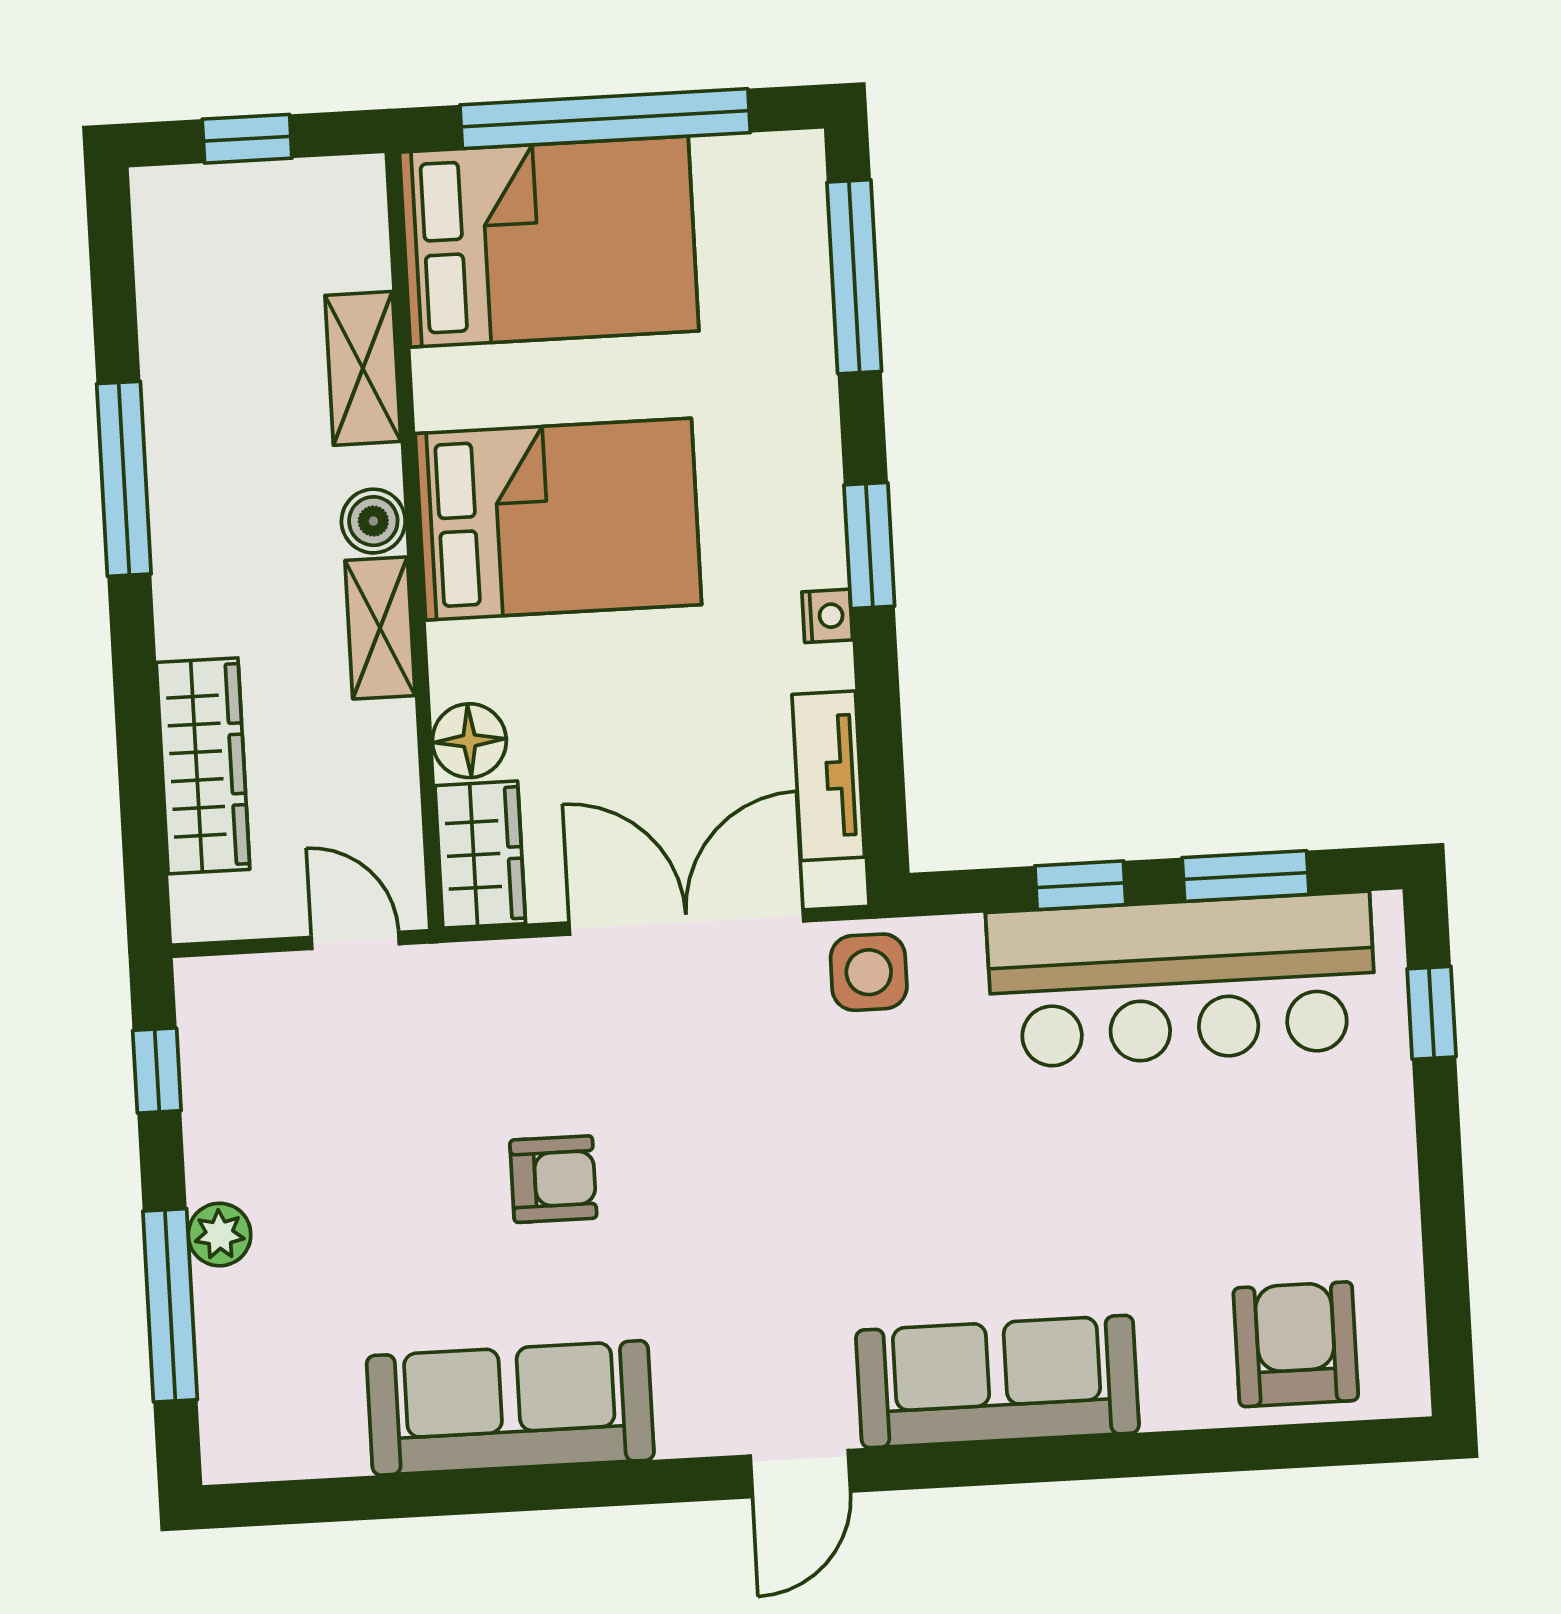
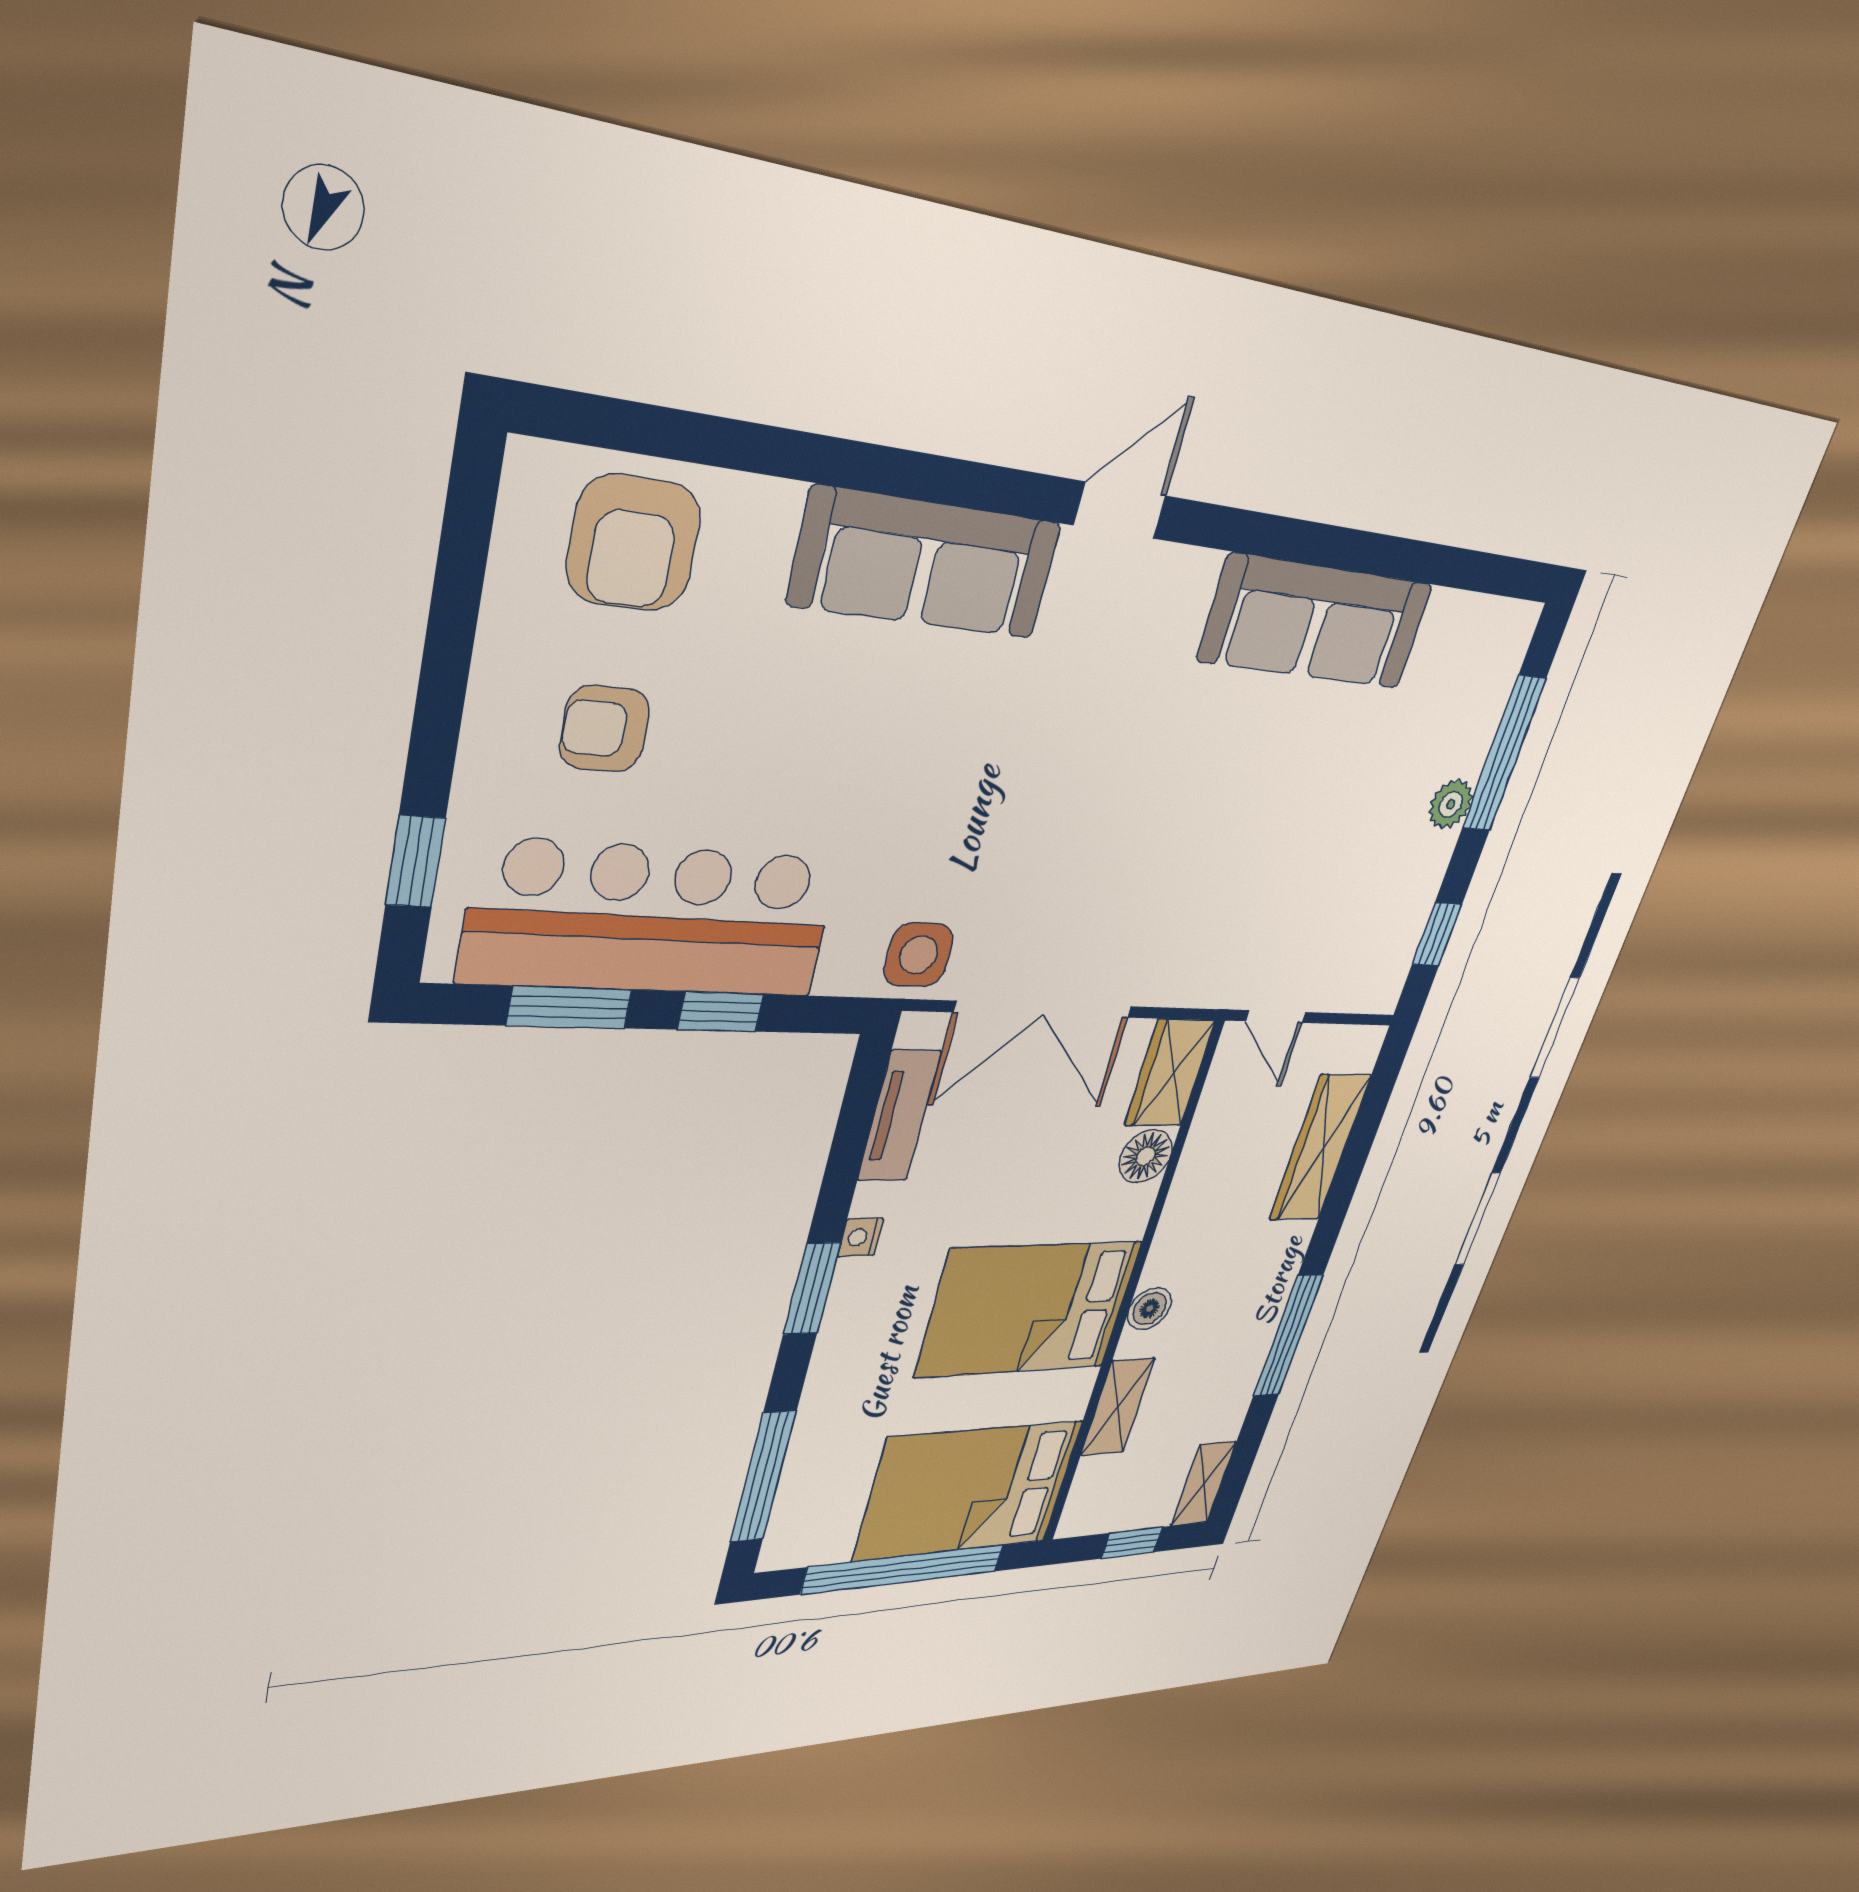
shelving: (380, 628) -> (1204, 1484), moved
armchair: (553, 1179) -> (604, 729), moved

